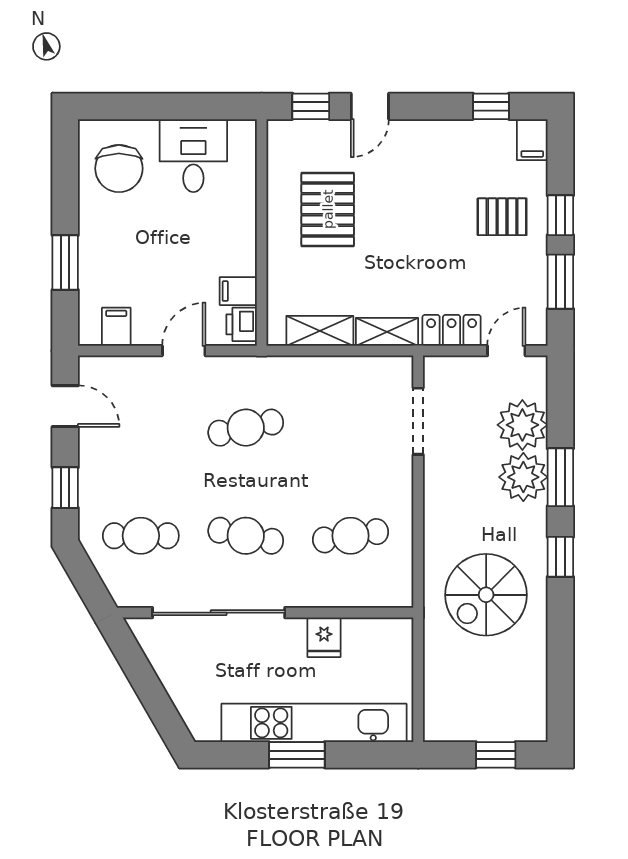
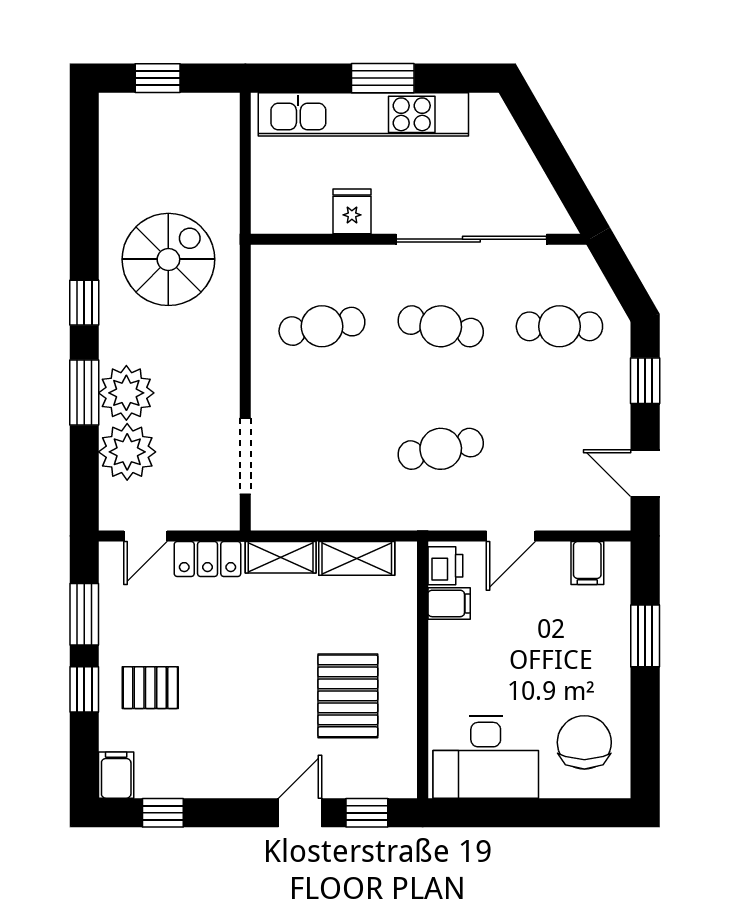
desk: (193, 156) -> (486, 757), width x1.37

